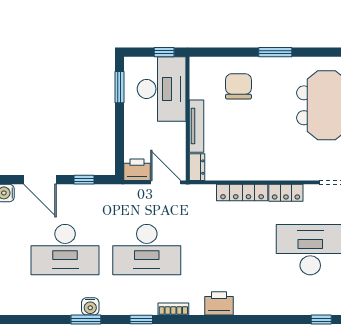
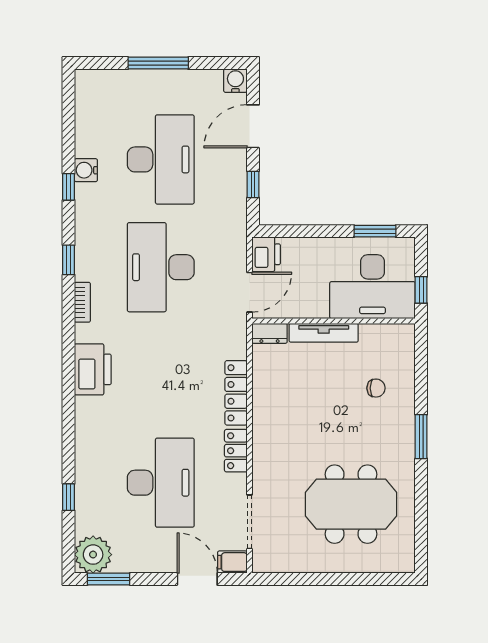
chair: (238, 86) -> (376, 388), width x0.54, depth x0.54
desk: (65, 250) -> (161, 159), turned 180
printer: (219, 303) -> (93, 369), width x1.37, depth x1.19
water cooler: (90, 306) -> (86, 170), moved
window: (86, 320) -> (69, 187), width x0.67

